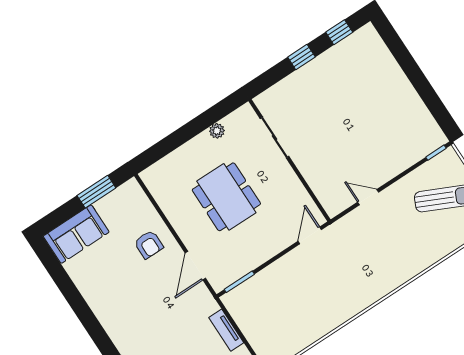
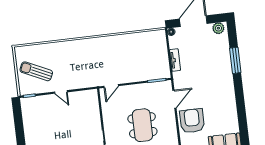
door: (368, 197) -> (61, 92), moved
armchair: (149, 244) -> (192, 121), width x1.88, depth x1.88

